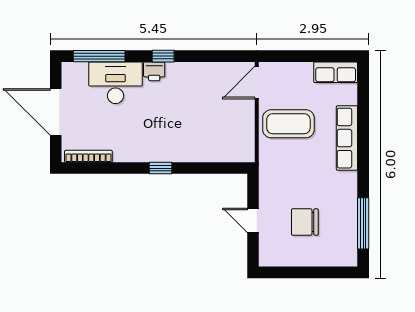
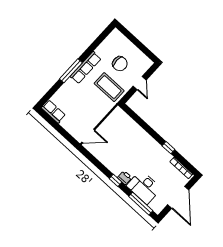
coffee table: (288, 124) -> (109, 87), moved
row of seats: (347, 138) -> (86, 68), moved
window: (160, 168) -> (168, 148), moved
window: (363, 223) -> (71, 71), moved

